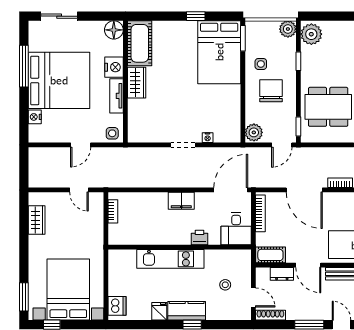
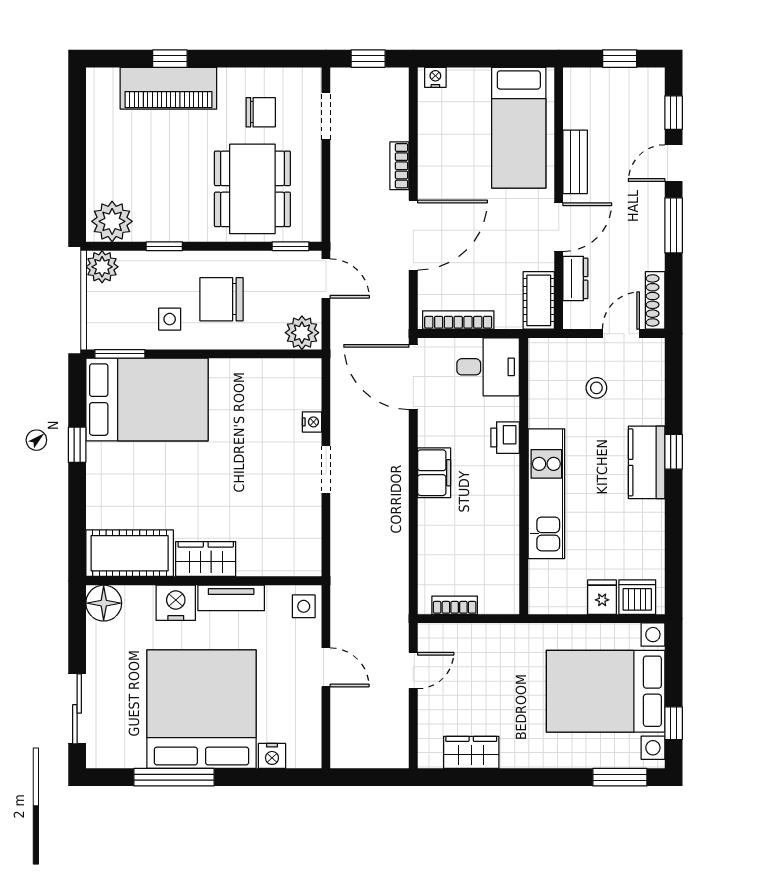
fridge: (159, 311) -> (602, 597), moved, turned 90

